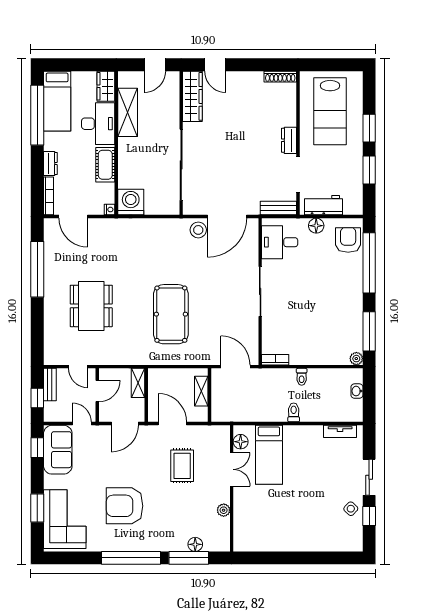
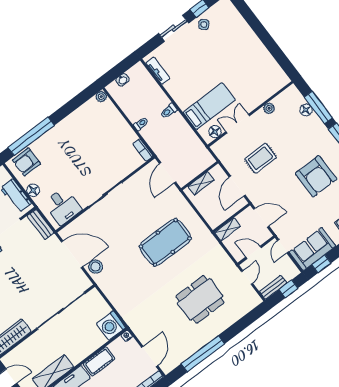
window: (369, 331) -> (77, 102), removed

